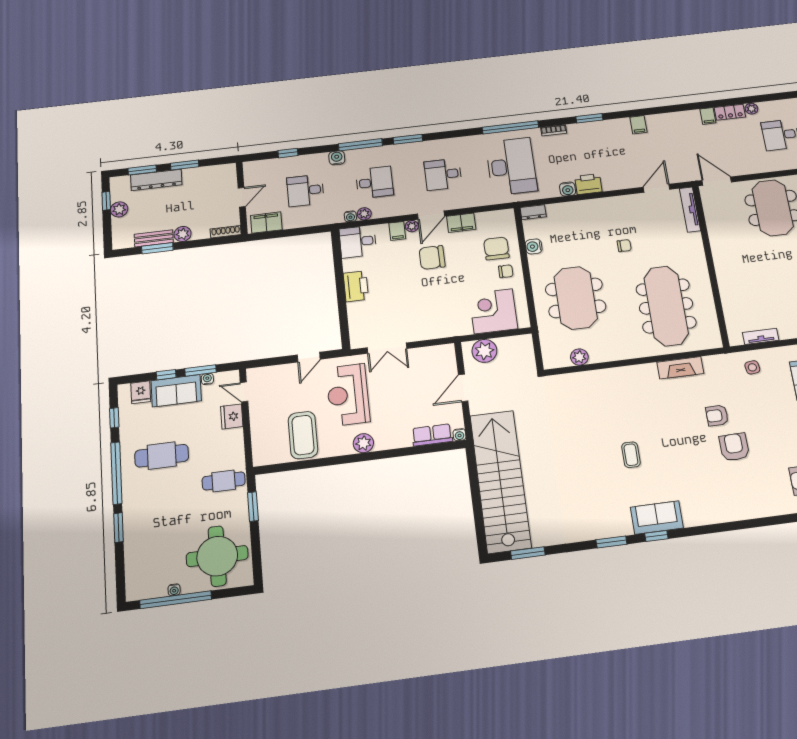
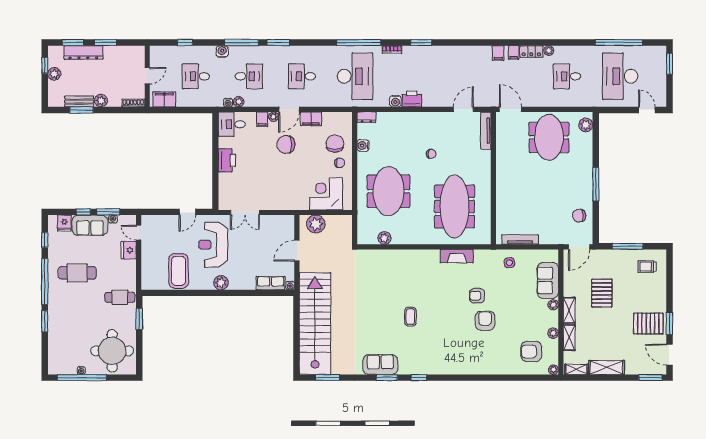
filing cabinet: (638, 125) -> (498, 53), moved
tv unit: (761, 336) -> (520, 240), width x1.41
sofa: (657, 518) -> (380, 365), moved

